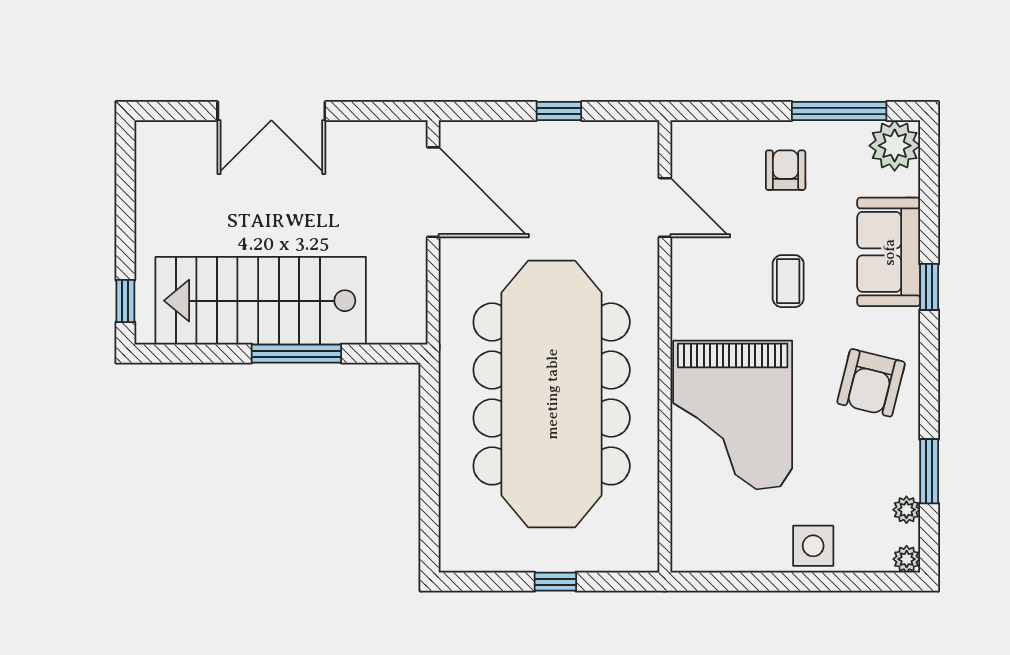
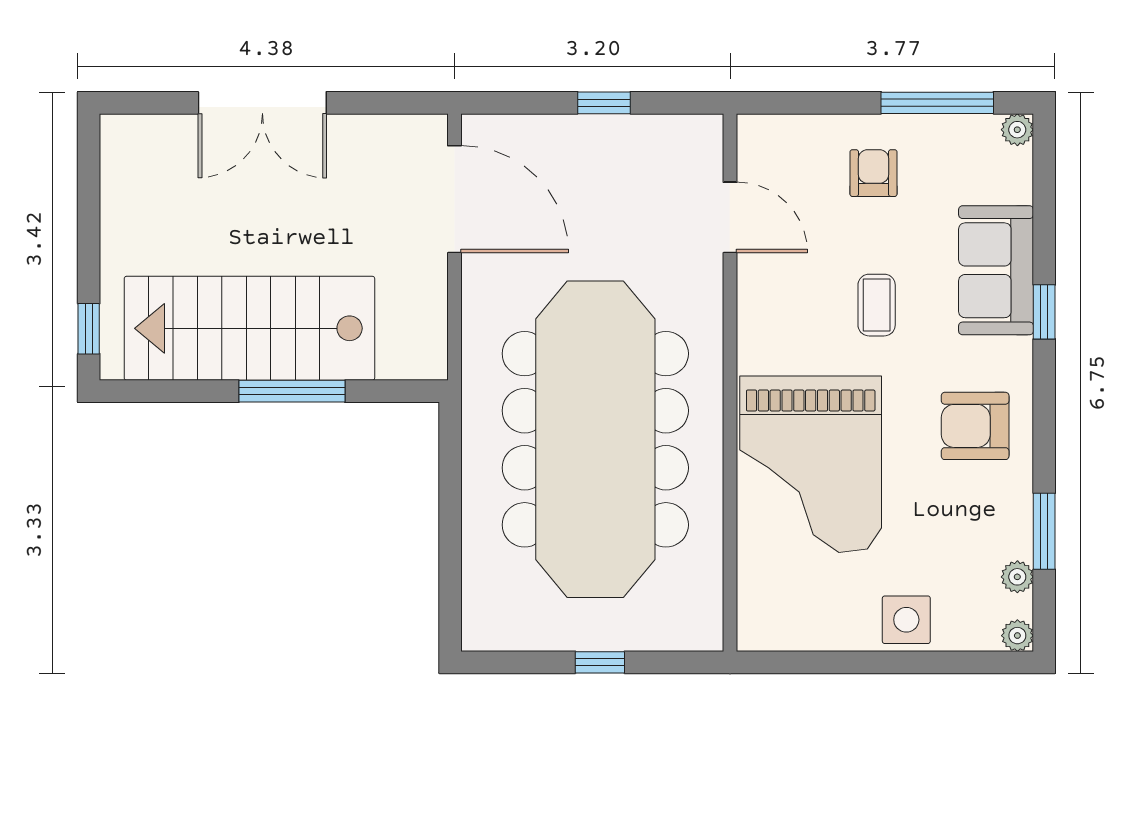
plant: (895, 146) -> (1017, 130), width x0.53, depth x0.53
armchair: (871, 383) -> (975, 426), turned 76

